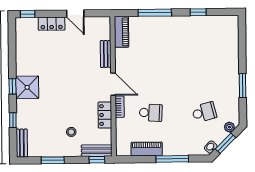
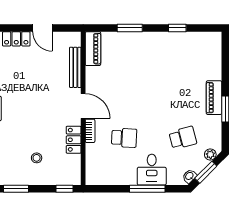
window: (155, 13) -> (130, 28), width x0.69
bench: (106, 54) -> (75, 67), width x1.36
desk: (176, 141) -> (152, 170), added
piano: (147, 149) -> (214, 98), moved, turned -90
bench: (97, 151) -> (64, 179), removed

